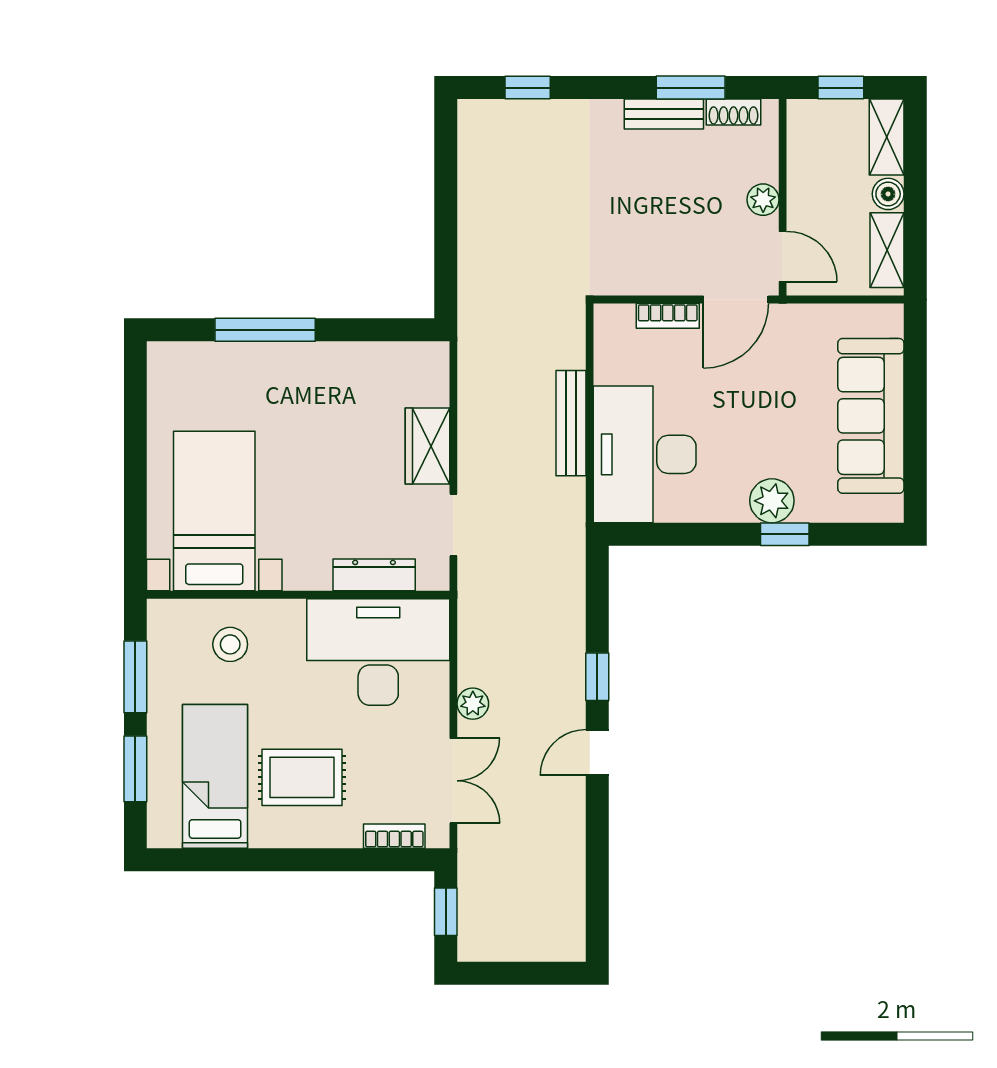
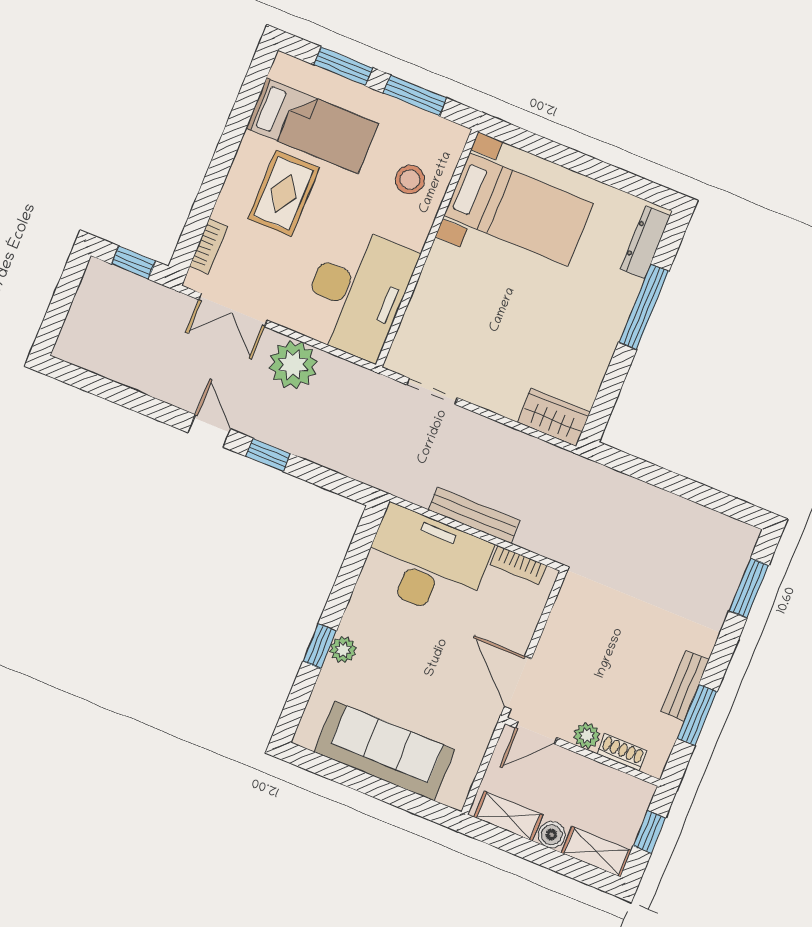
window: (528, 88) -> (749, 588), width x1.50
shoe rack: (734, 112) -> (622, 752), moved, turned 90
bookcase: (668, 316) -> (519, 565), moved, turned -90
wardrobe: (427, 446) -> (554, 417), moved
plant: (772, 501) -> (343, 650), width x0.73, depth x0.73
dresser: (374, 575) -> (645, 242), moved, turned 180
plant: (473, 704) -> (293, 365), width x1.88, depth x1.88

